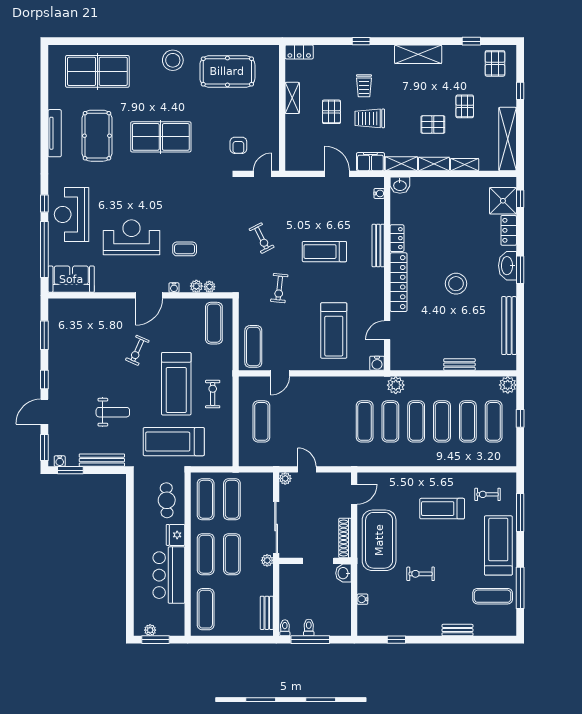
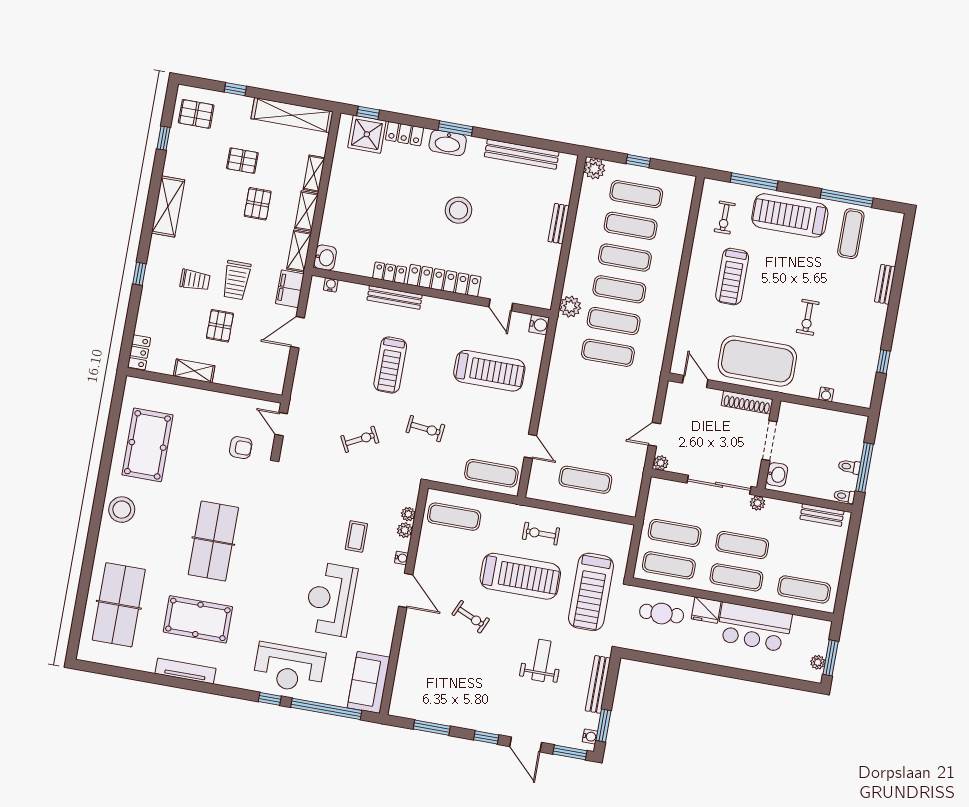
pallet: (331, 112) -> (220, 326), turned 90
washbasin: (343, 573) -> (777, 475), moved, turned -90

